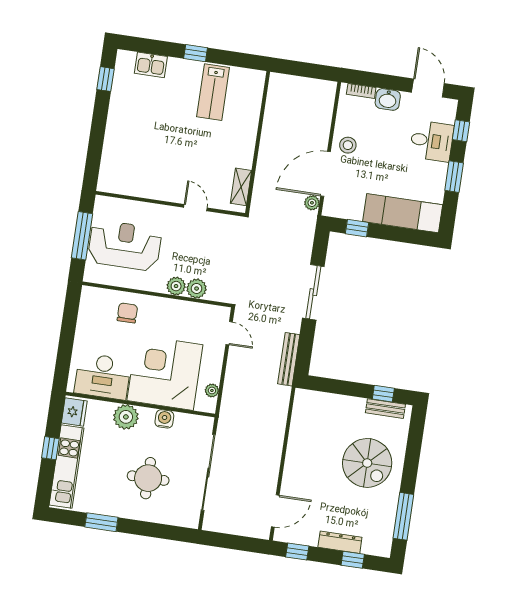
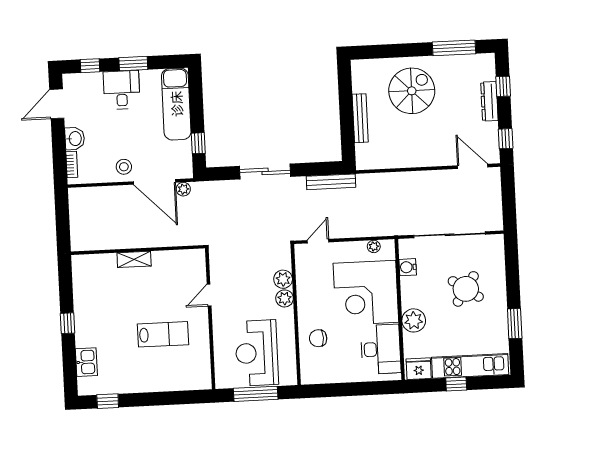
lab bench: (213, 92) -> (163, 334), moved
desk: (432, 141) -> (122, 90), moved
shelving: (241, 187) -> (134, 259), moved
window: (383, 394) -> (345, 89), removed
bench: (385, 409) -> (360, 118), moved, width x1.36
water cooler: (164, 419) -> (408, 267), moved
round table: (148, 478) -> (466, 289), turned 34

